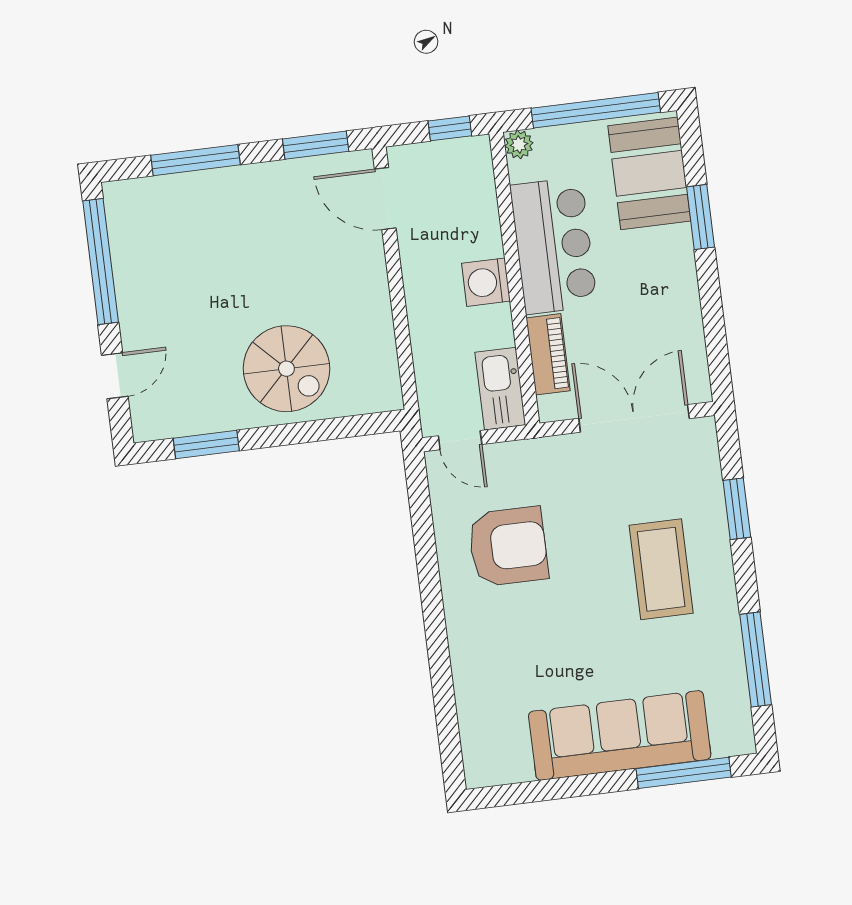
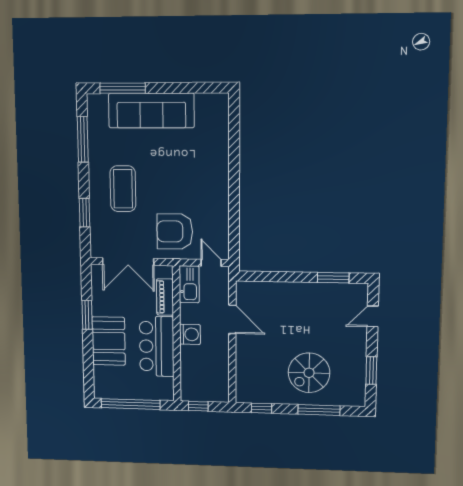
window: (316, 145) -> (262, 408), width x0.67
plant: (519, 145) -> (167, 394), removed
booth: (649, 173) -> (109, 341), moved
door: (385, 199) -> (232, 319), moved
window: (701, 217) -> (87, 315), moved
window: (101, 262) -> (371, 370), width x0.47
spiral stairs: (286, 369) -> (309, 373), moved, turned -90
armchair: (508, 547) -> (175, 231), moved

